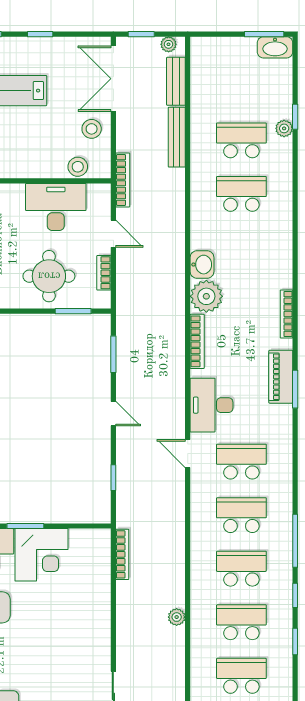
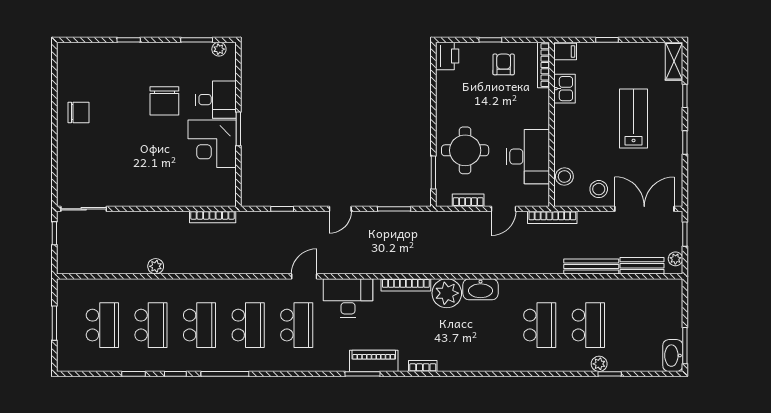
washbasin: (202, 265) -> (480, 289), width x1.38
bookcase: (286, 314) -> (423, 366), width x0.64

